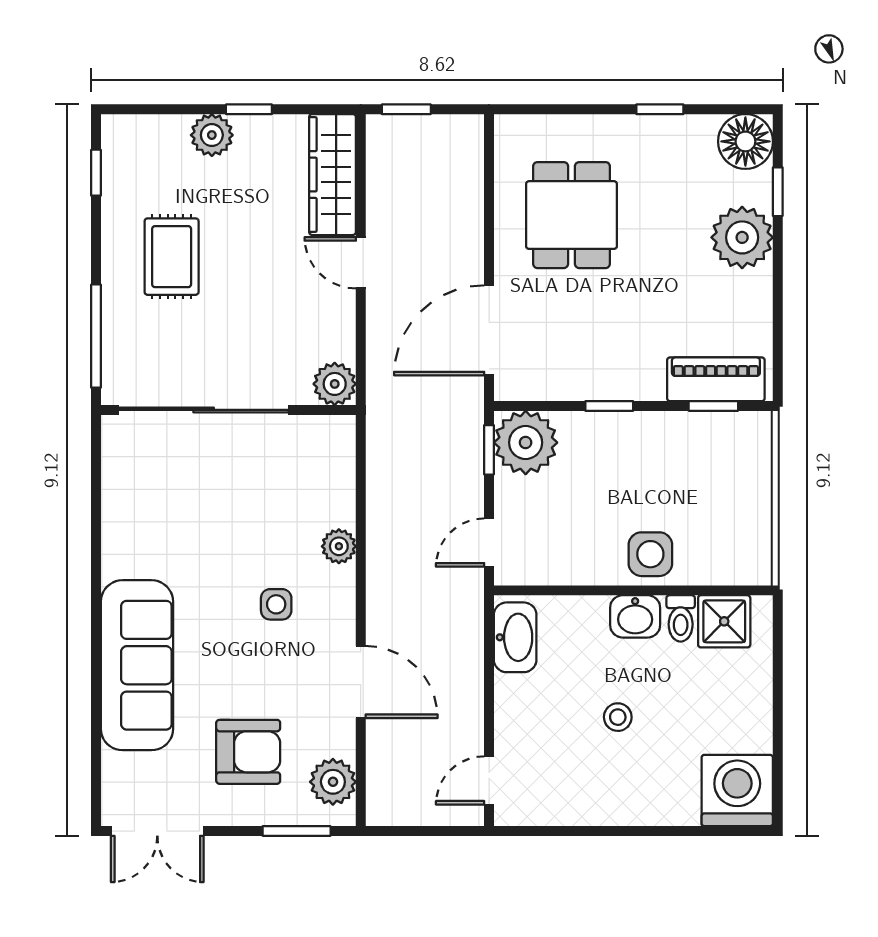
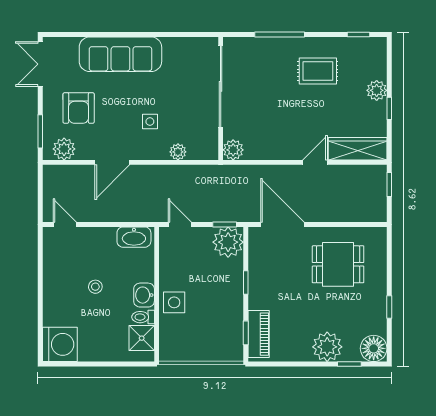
plant: (335, 384) -> (233, 150), moved
sliding door: (204, 410) -> (221, 86), moved
wall: (228, 410) -> (221, 98), moved

